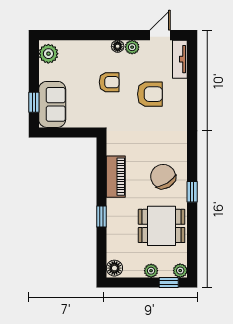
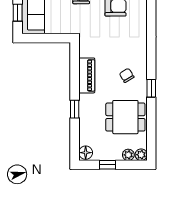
chair: (163, 177) -> (127, 75), width x0.54, depth x0.54
plant: (151, 271) -> (128, 155), moved
window: (169, 283) -> (108, 165), moved

